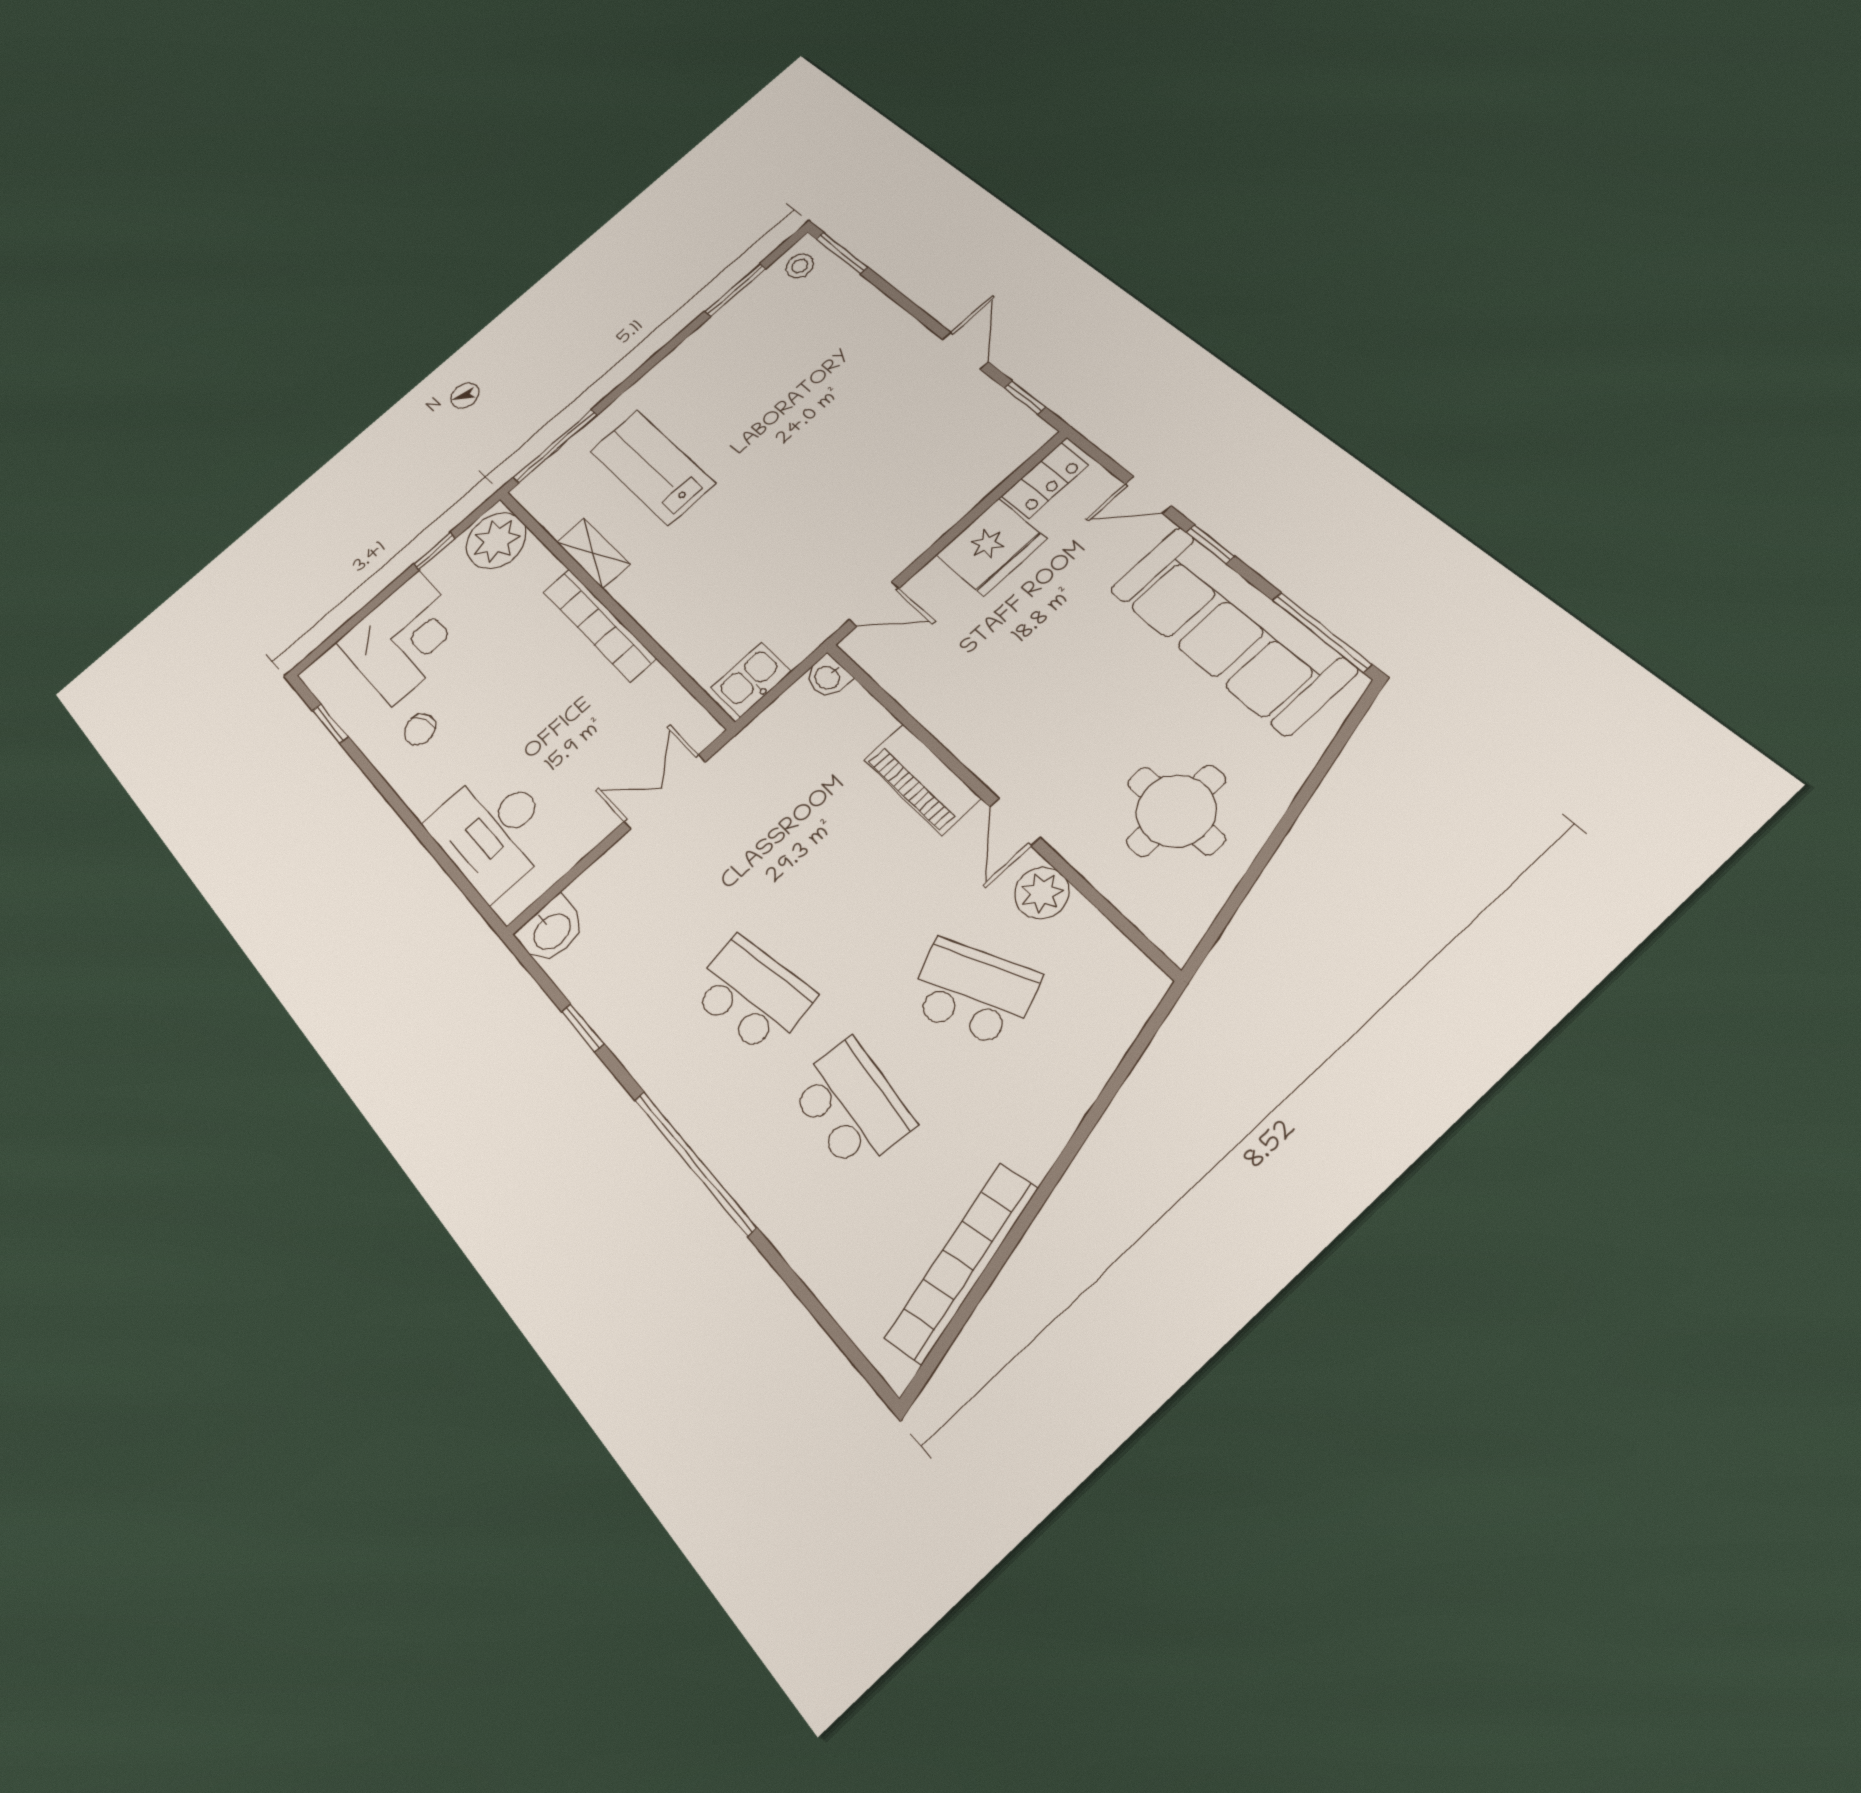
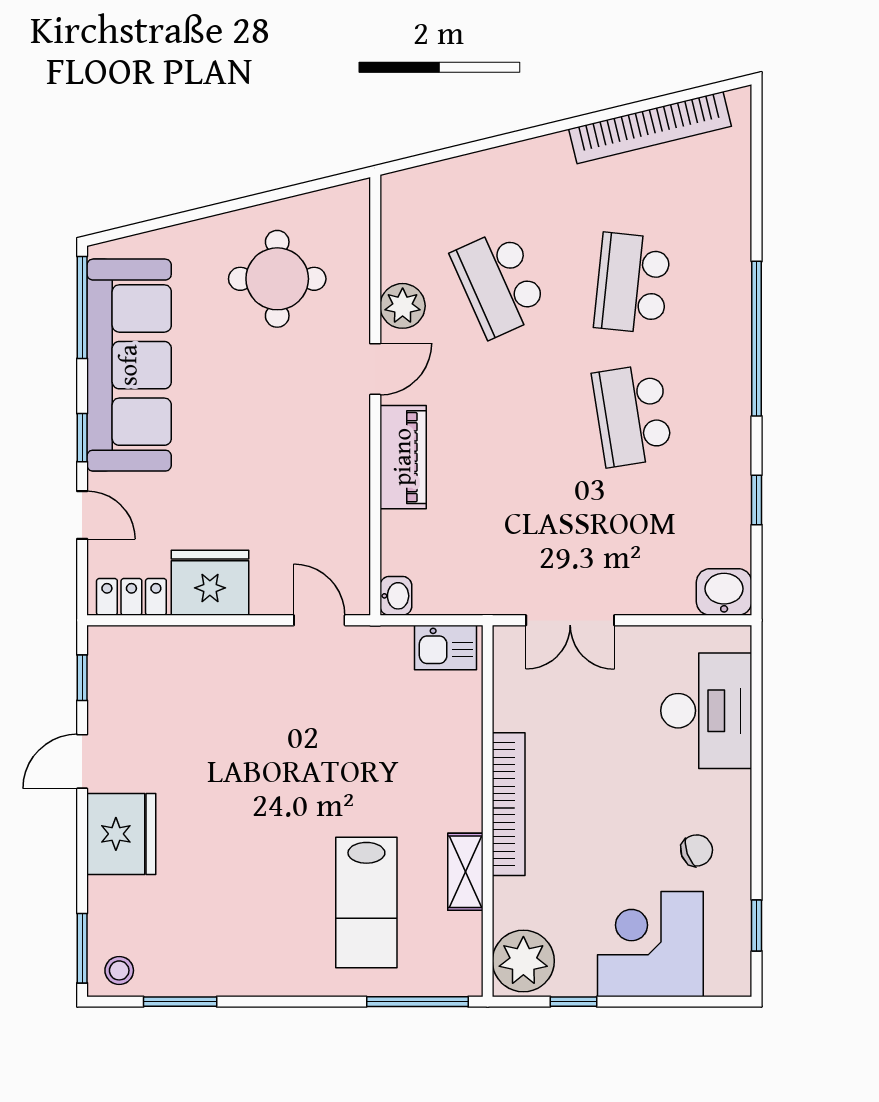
fridge: (886, 338) -> (121, 834), added

